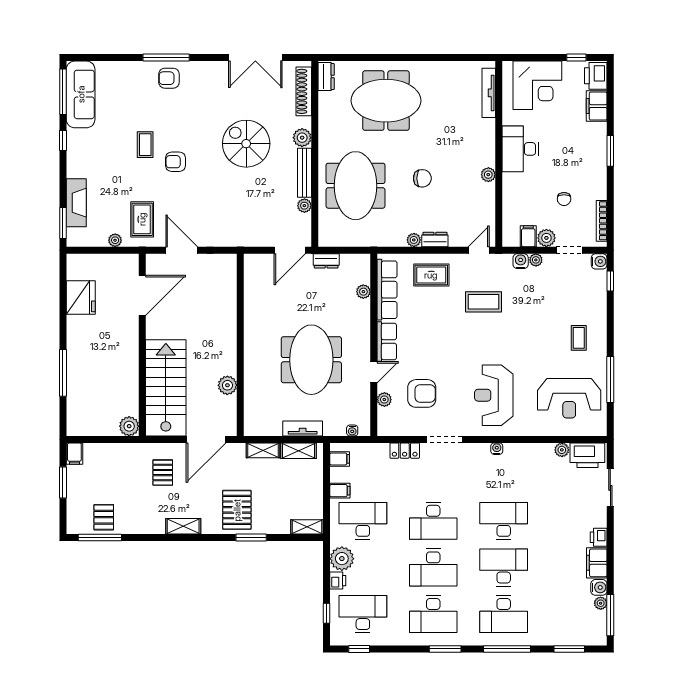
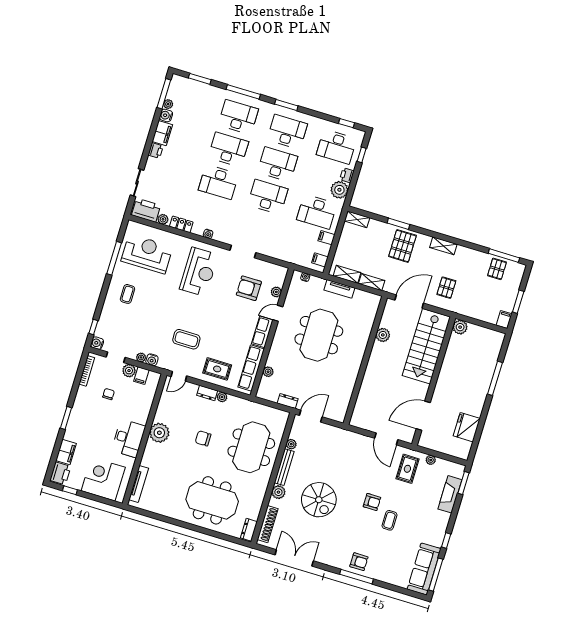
plant: (488, 175) -> (159, 433), width x1.88, depth x1.88
locker: (405, 451) -> (181, 224), moved
desk: (504, 567) -> (228, 150), turned 180

